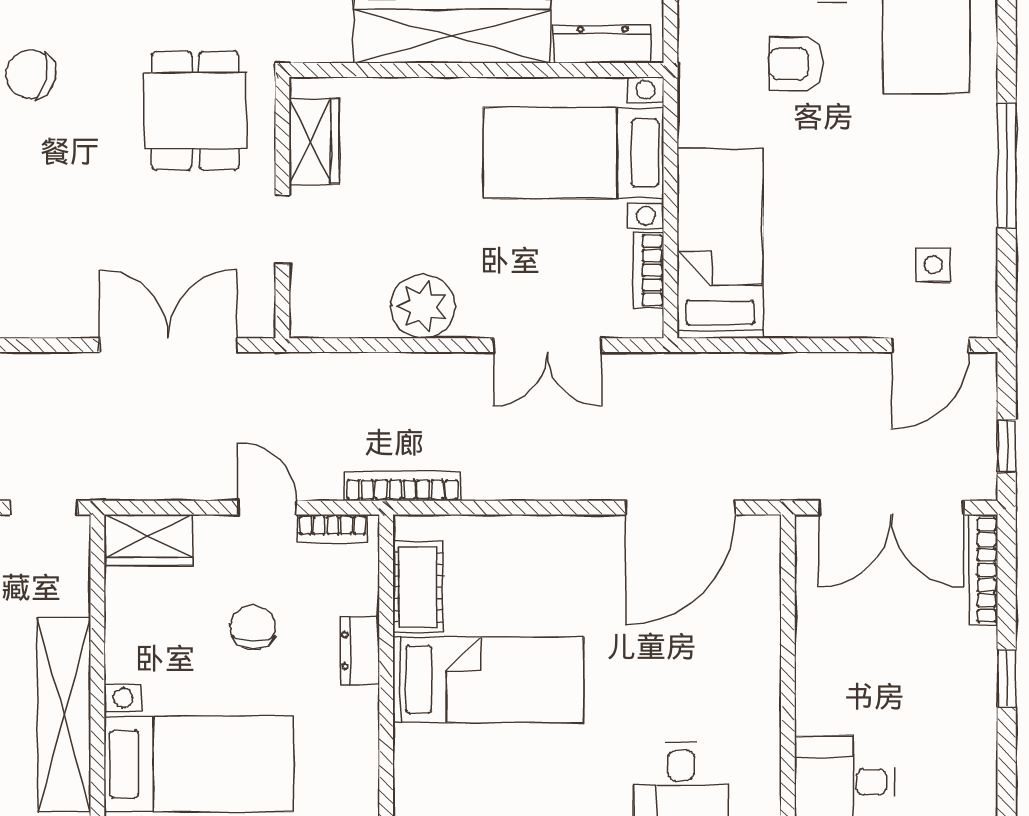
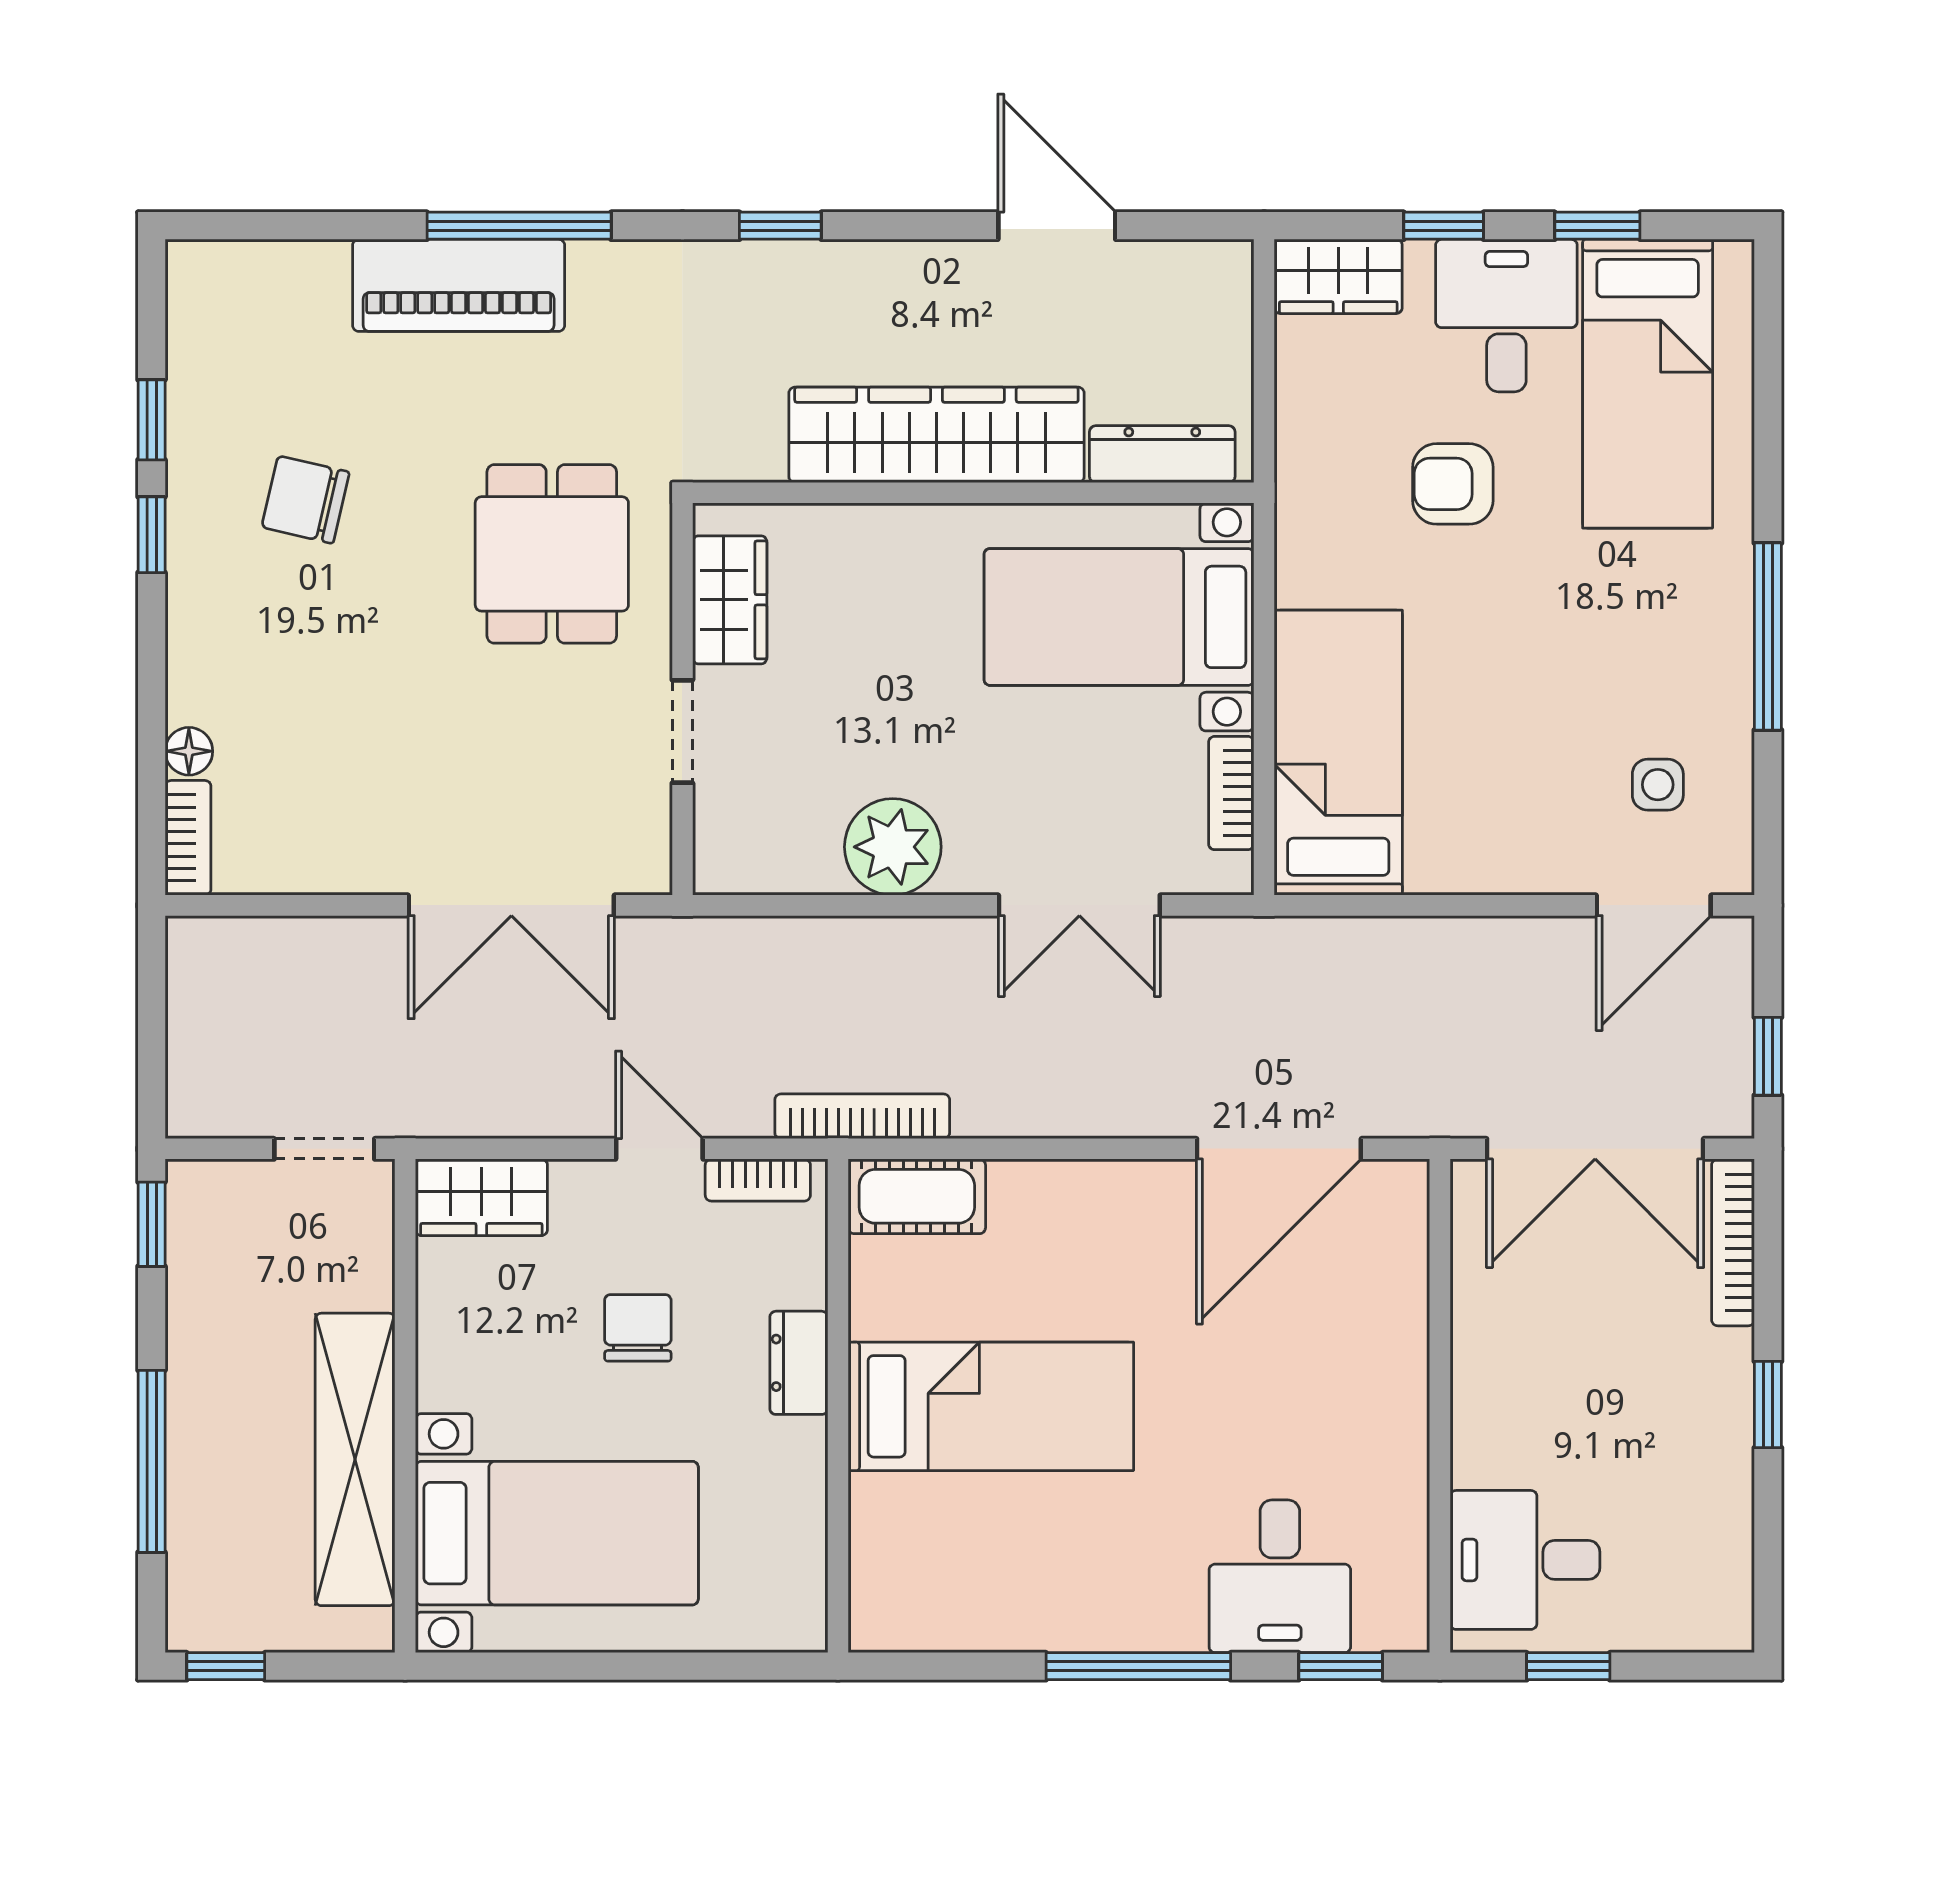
double door: (168, 345) -> (511, 905), swing flipped
cot: (418, 587) -> (917, 1196), moved, turned 90

